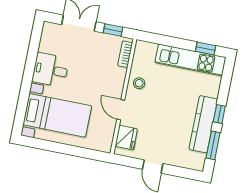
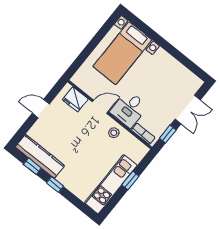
window: (206, 49) -> (130, 181), moved
desk: (50, 70) -> (129, 109), moved, turned 180
kitchen counter: (203, 124) -> (40, 156), moved
window: (213, 145) -> (32, 166), width x0.67

